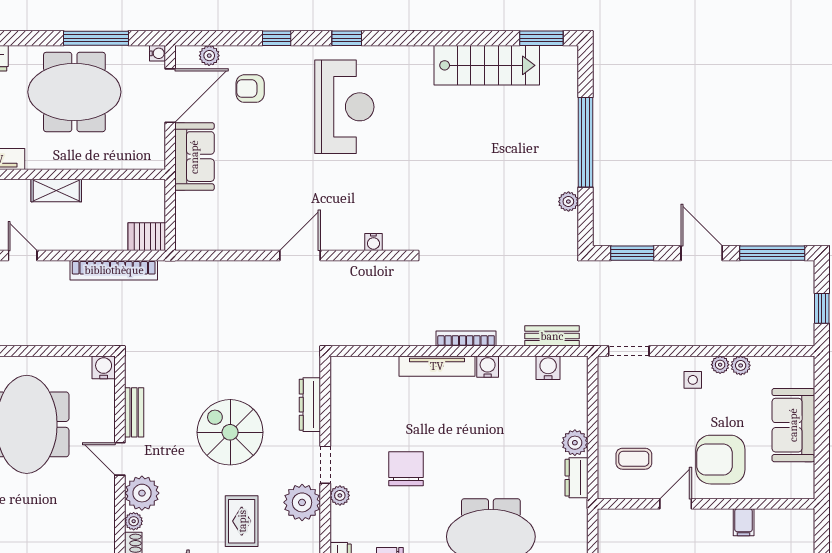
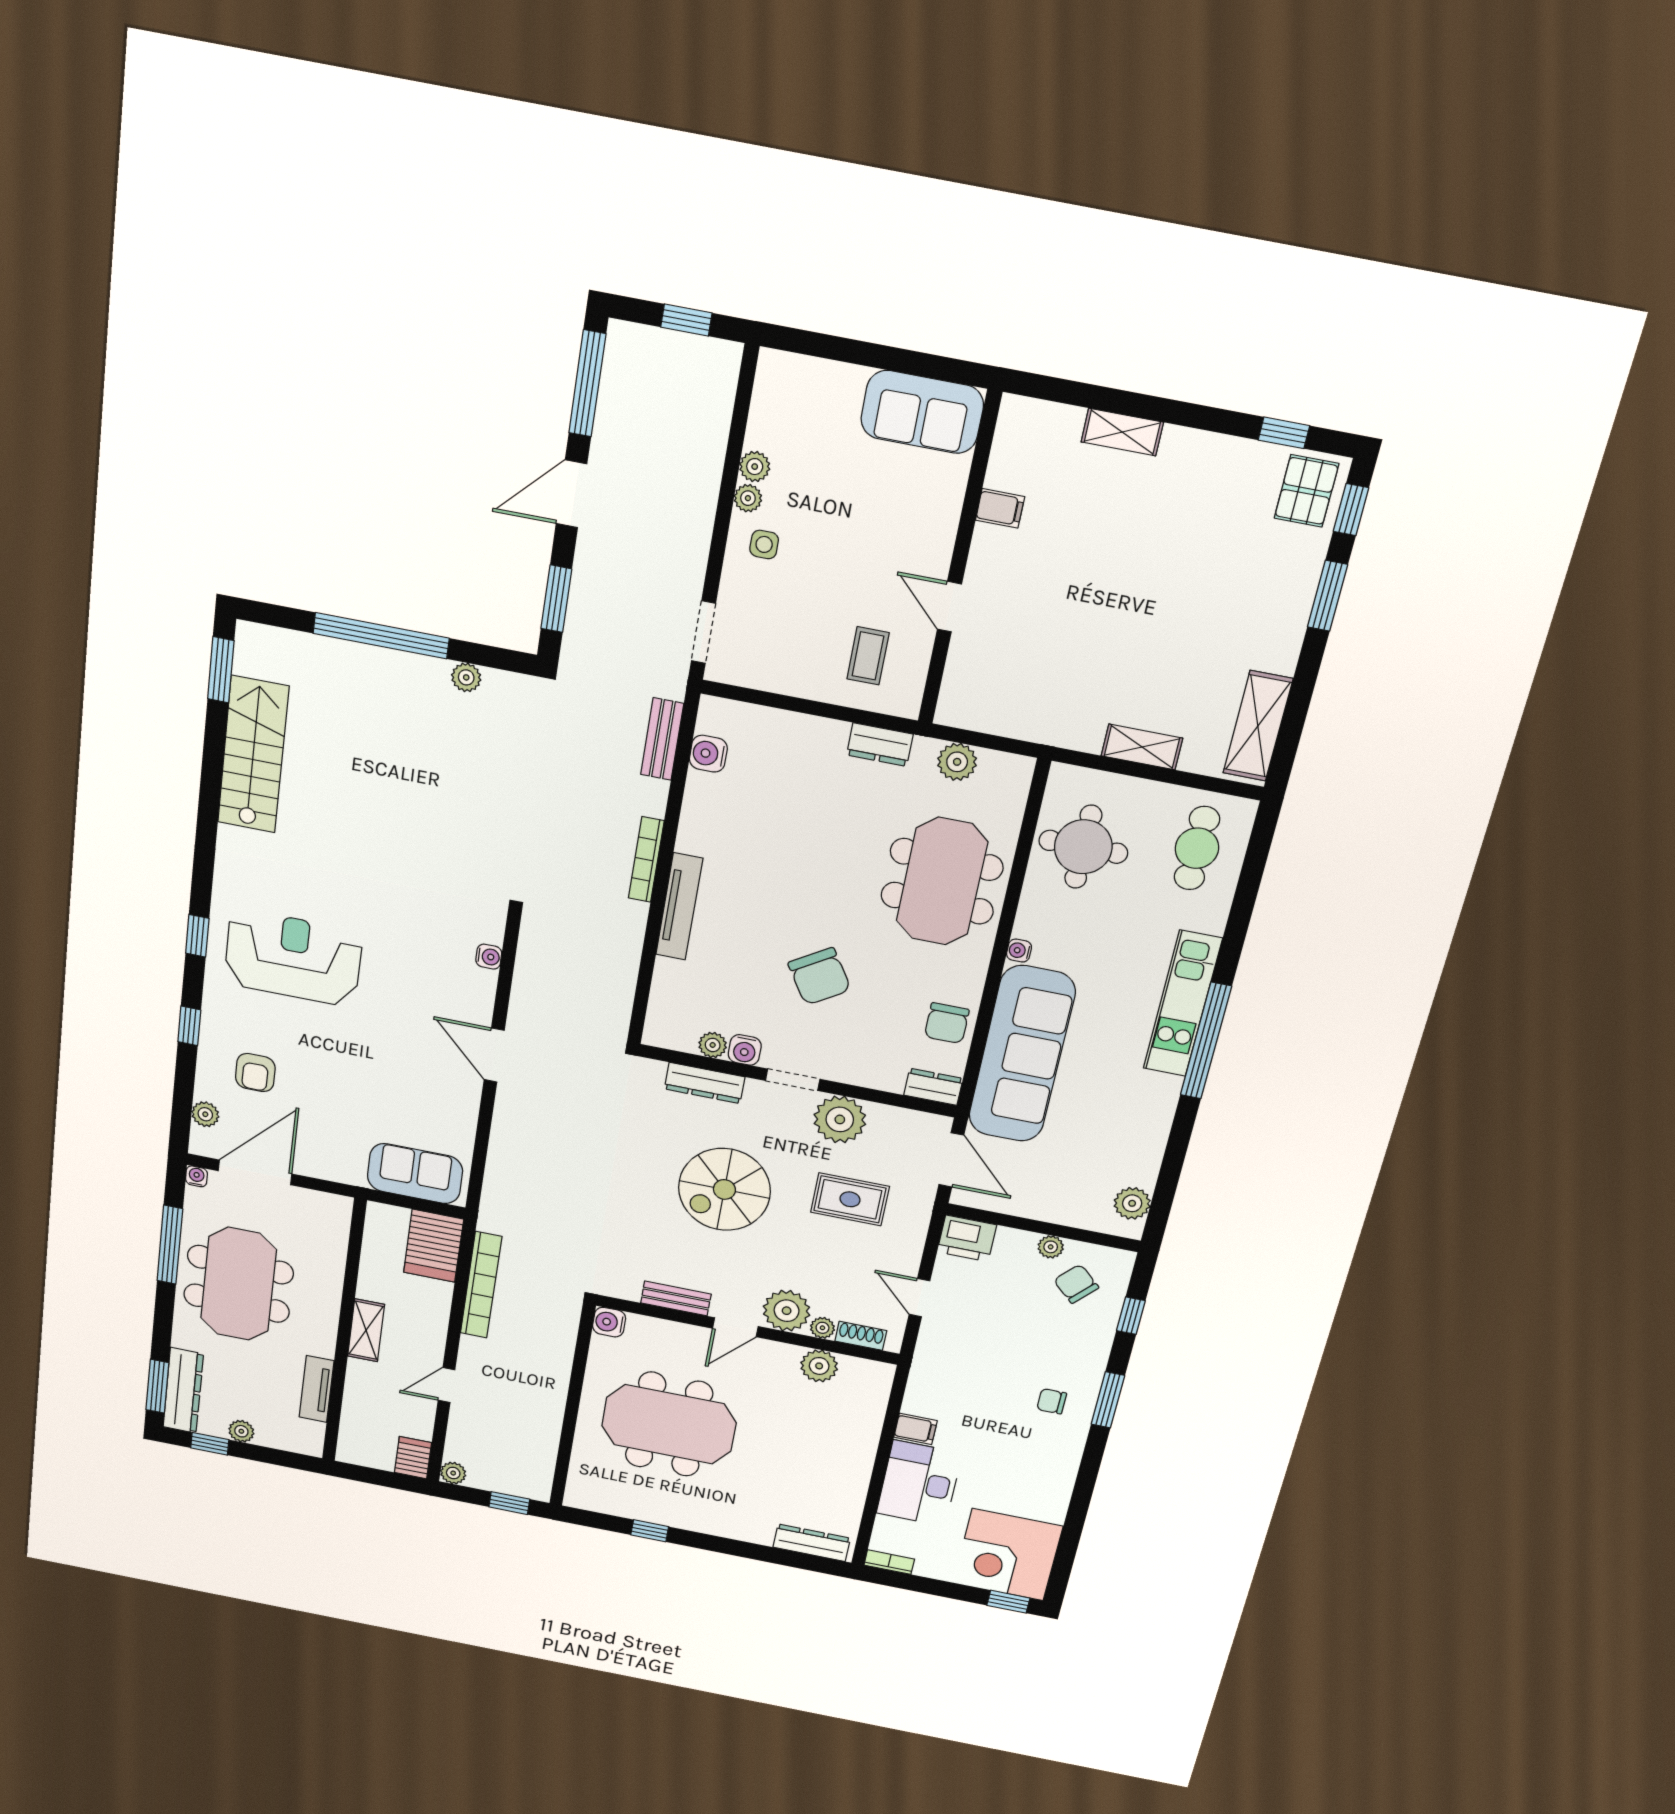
door: (170, 96) -> (255, 1172), hinge flipped
sofa: (194, 157) -> (415, 1174), moved
server rack: (147, 237) -> (434, 1246), width x1.36, depth x1.44
water cooler: (488, 367) -> (745, 1050), moved, turned -90
sofa: (793, 425) -> (922, 412), moved
plant: (575, 443) -> (957, 762), moved
armchair: (720, 460) -> (895, 526), removed
chair: (406, 469) -> (819, 976), turned -122
plant: (340, 495) -> (713, 1045), moved
plant: (101, 525) -> (819, 1366), added

